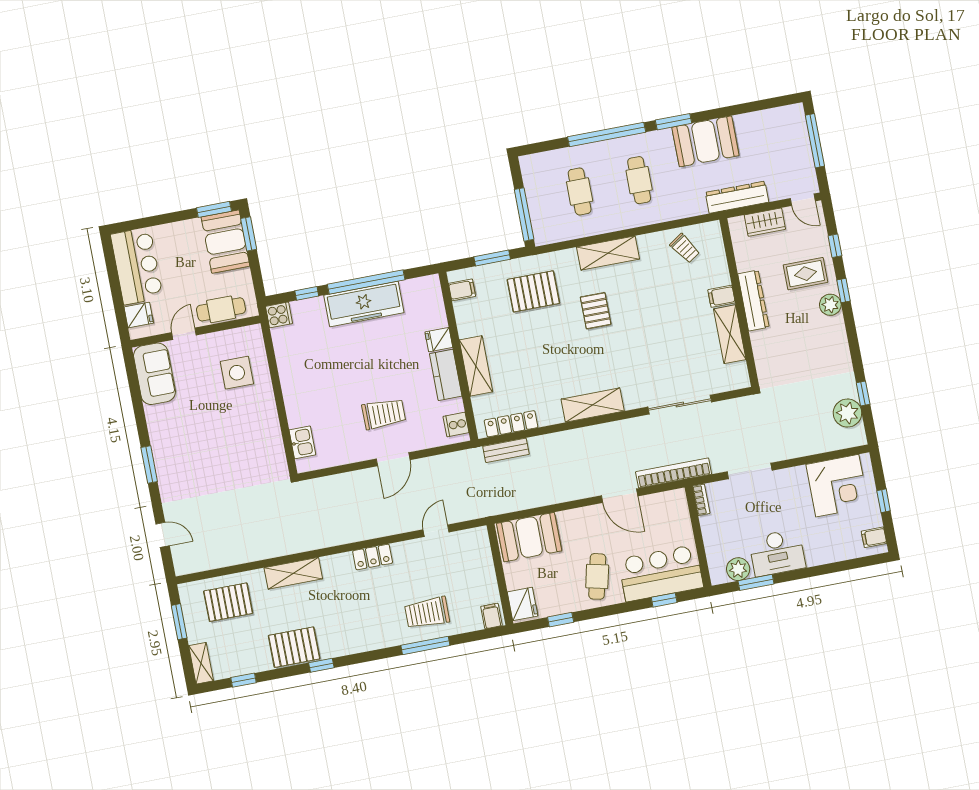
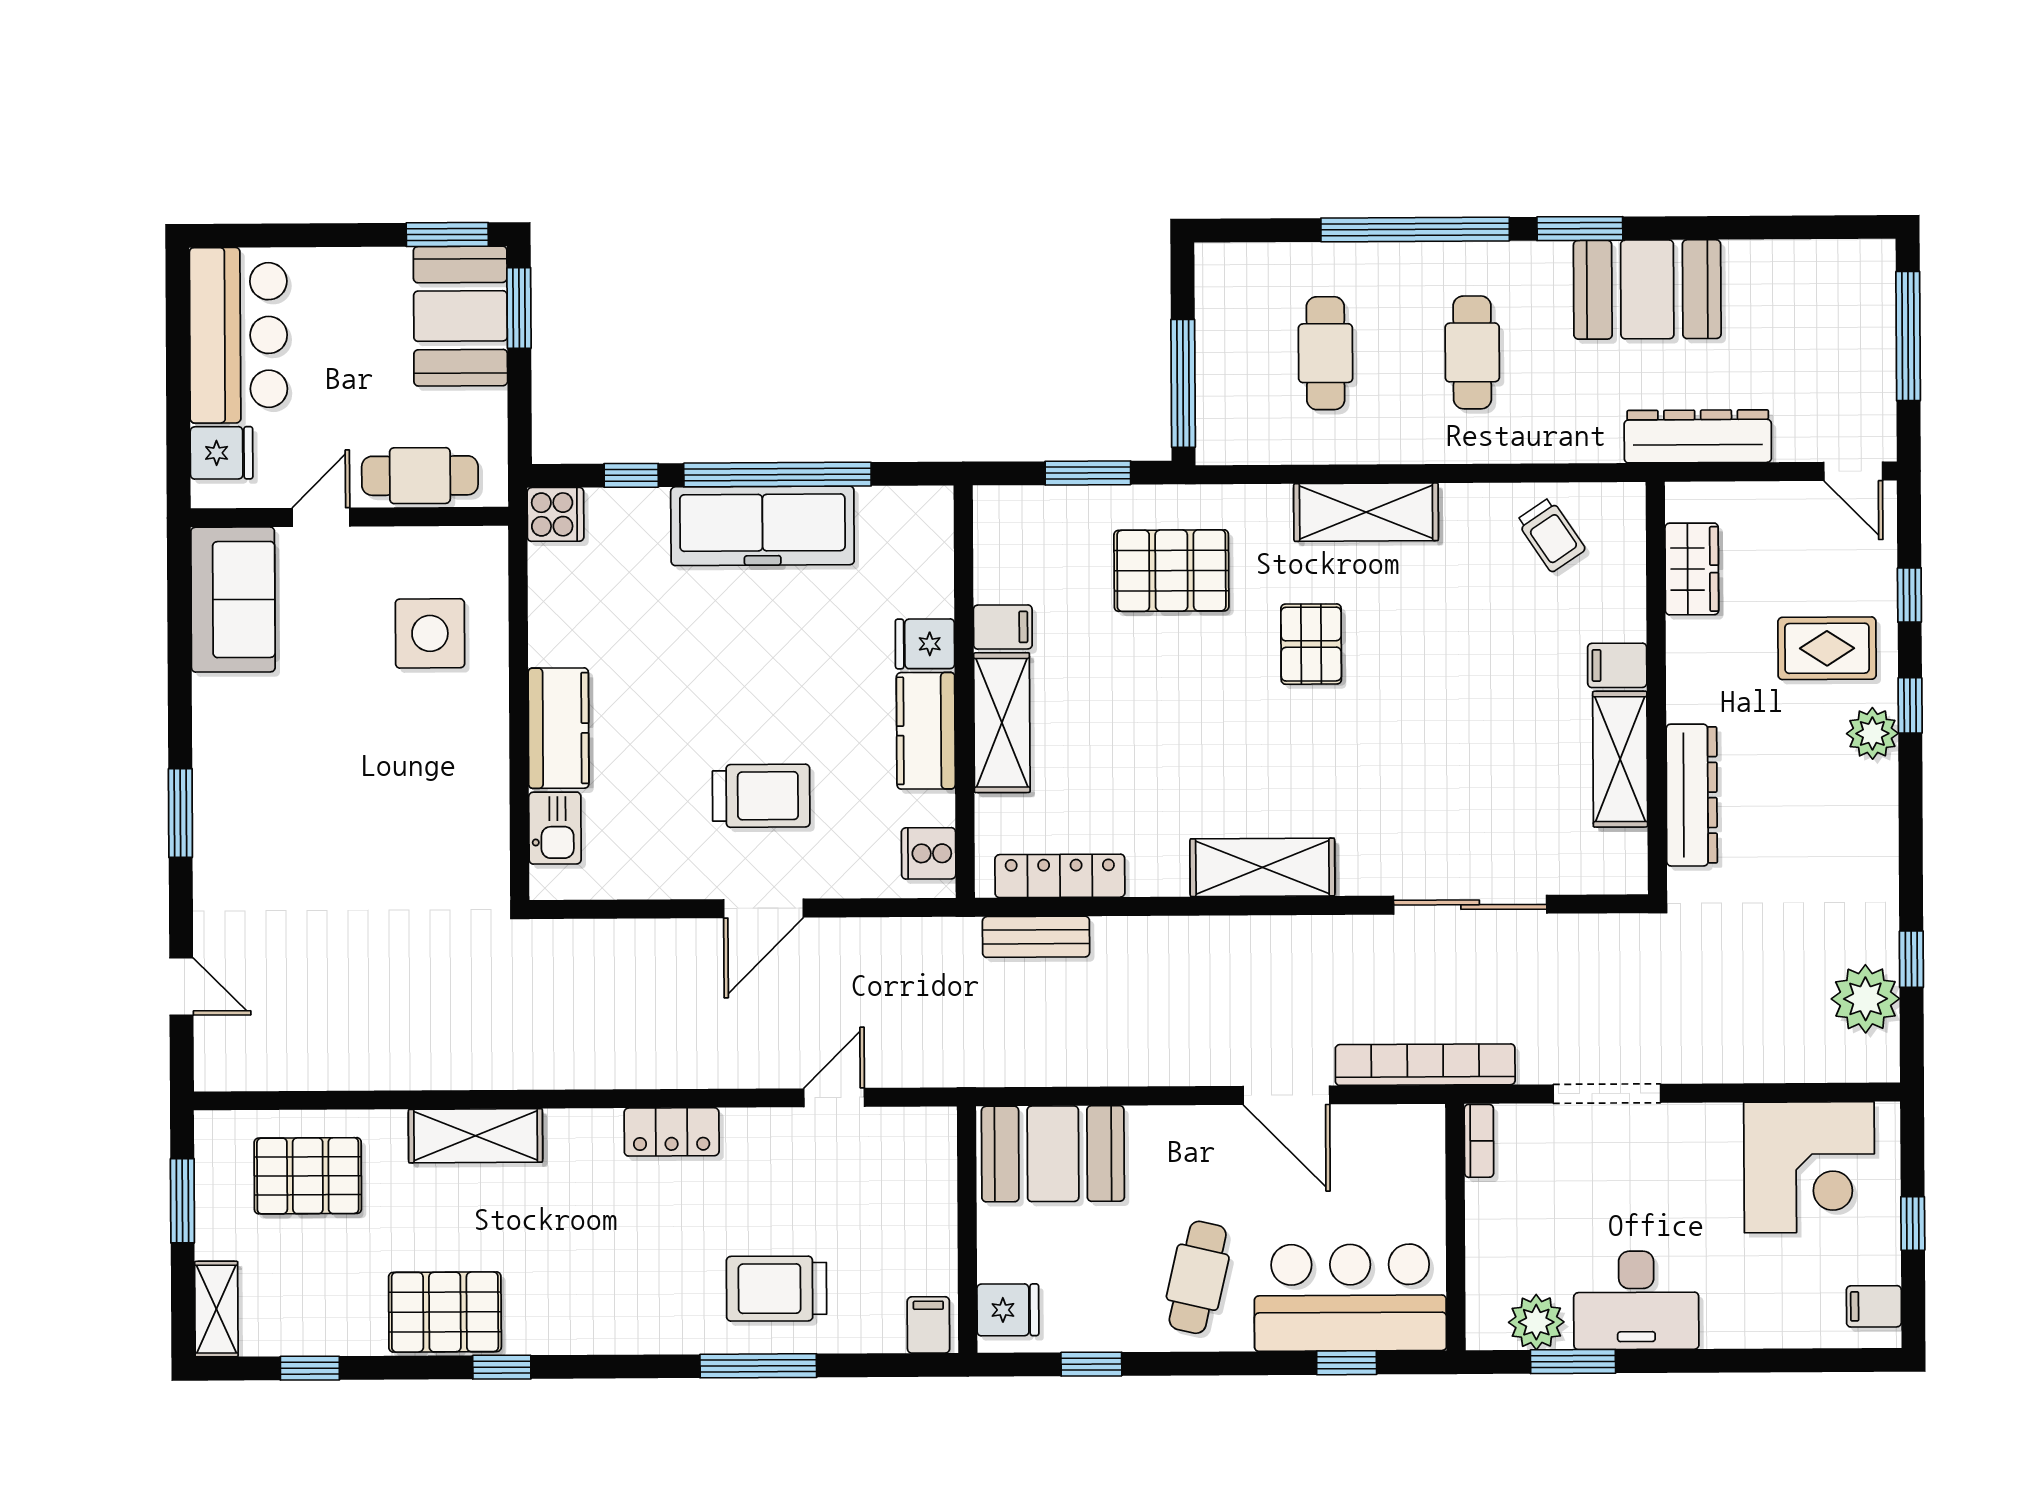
wardrobe: (765, 222) -> (1692, 569), moved, turned -90
filing cabinet: (462, 290) -> (1003, 627), moved
dresser: (753, 301) -> (1692, 795), moved
kitchen counter: (296, 401) -> (558, 728), added
fridge: (523, 604) -> (1008, 1310), width x0.72

